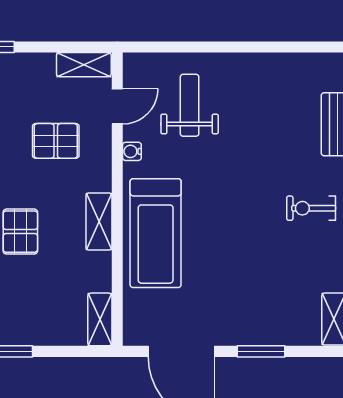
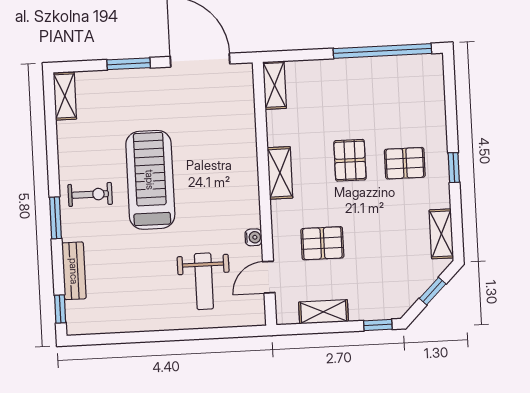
shelving: (84, 65) -> (324, 312), moved
treadmill: (156, 233) -> (150, 180), moved

